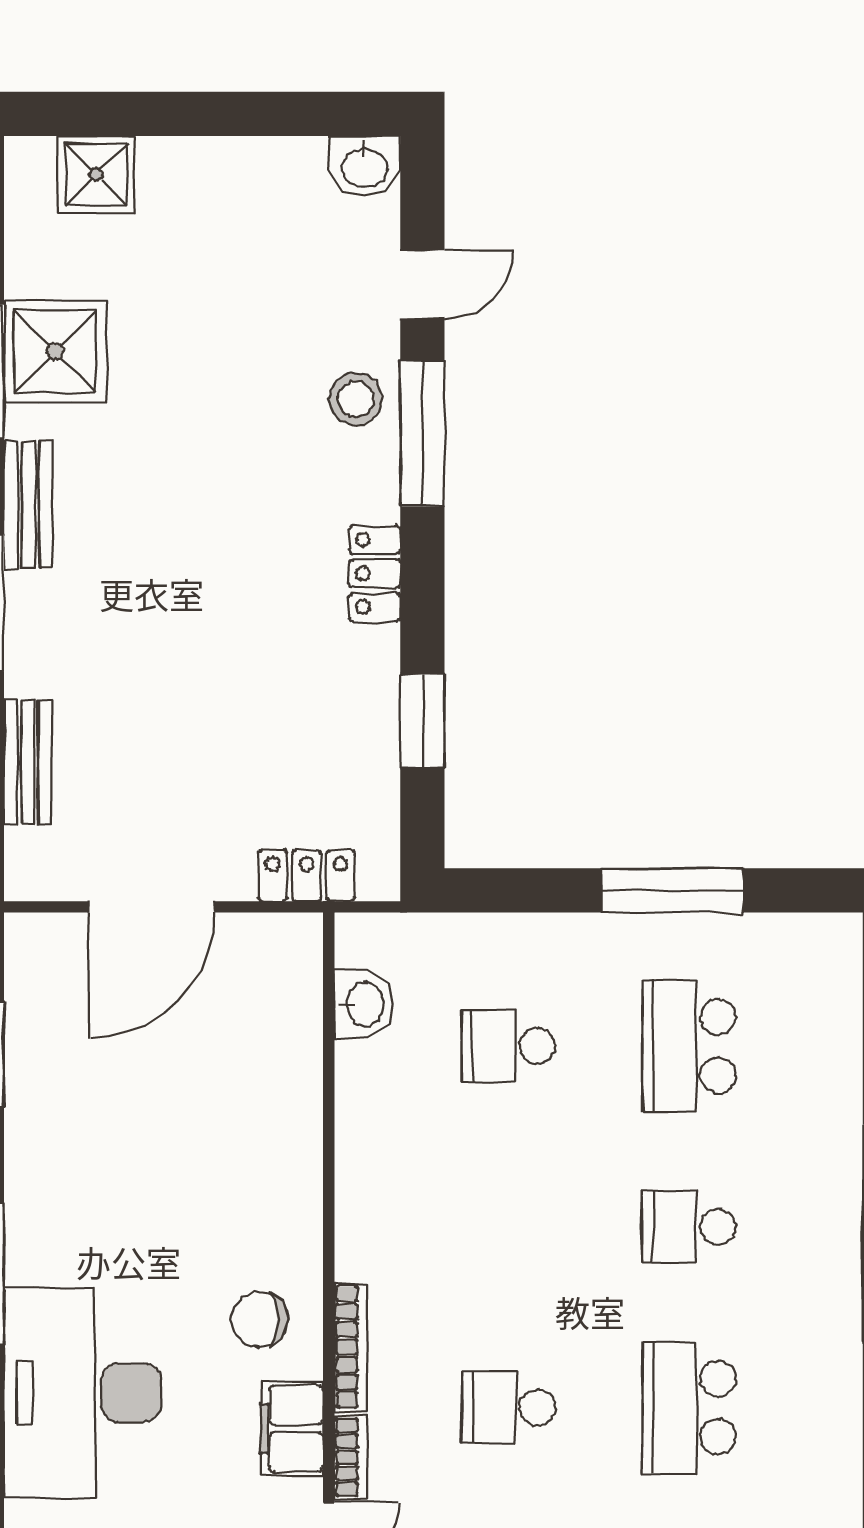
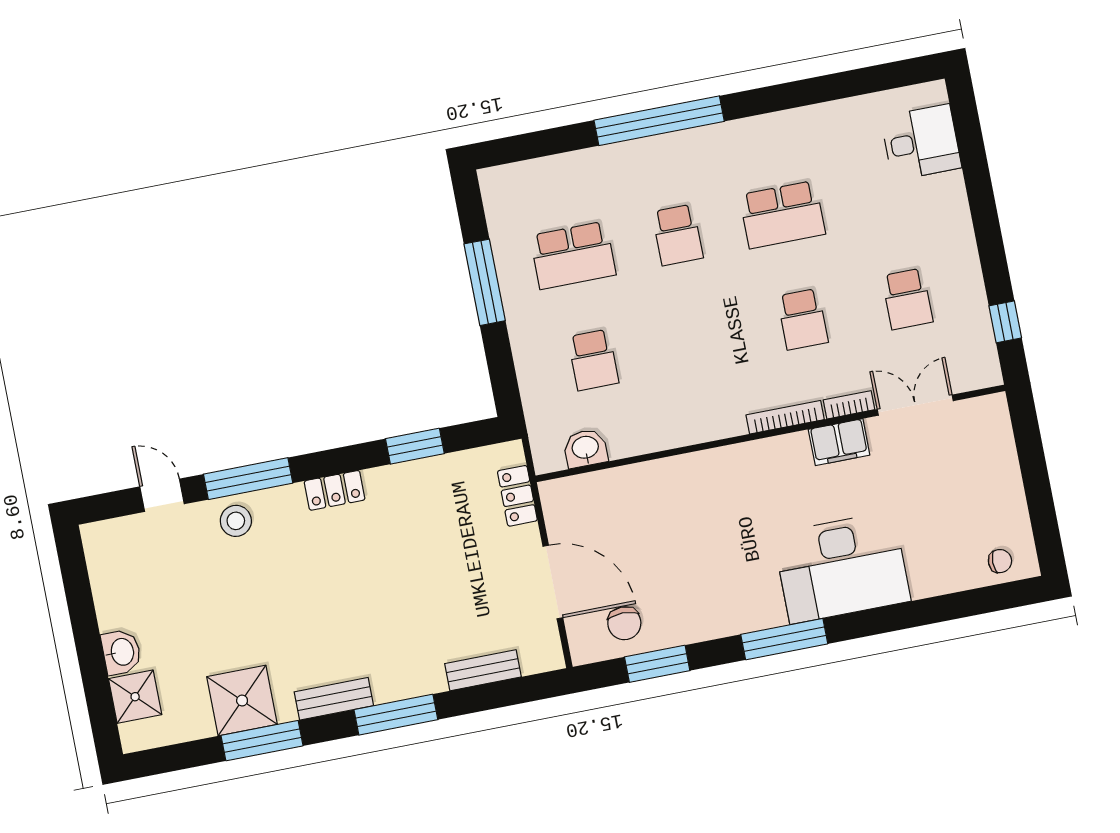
washbasin: (365, 166) -> (121, 652), moved
chair: (259, 1319) -> (624, 623), moved

